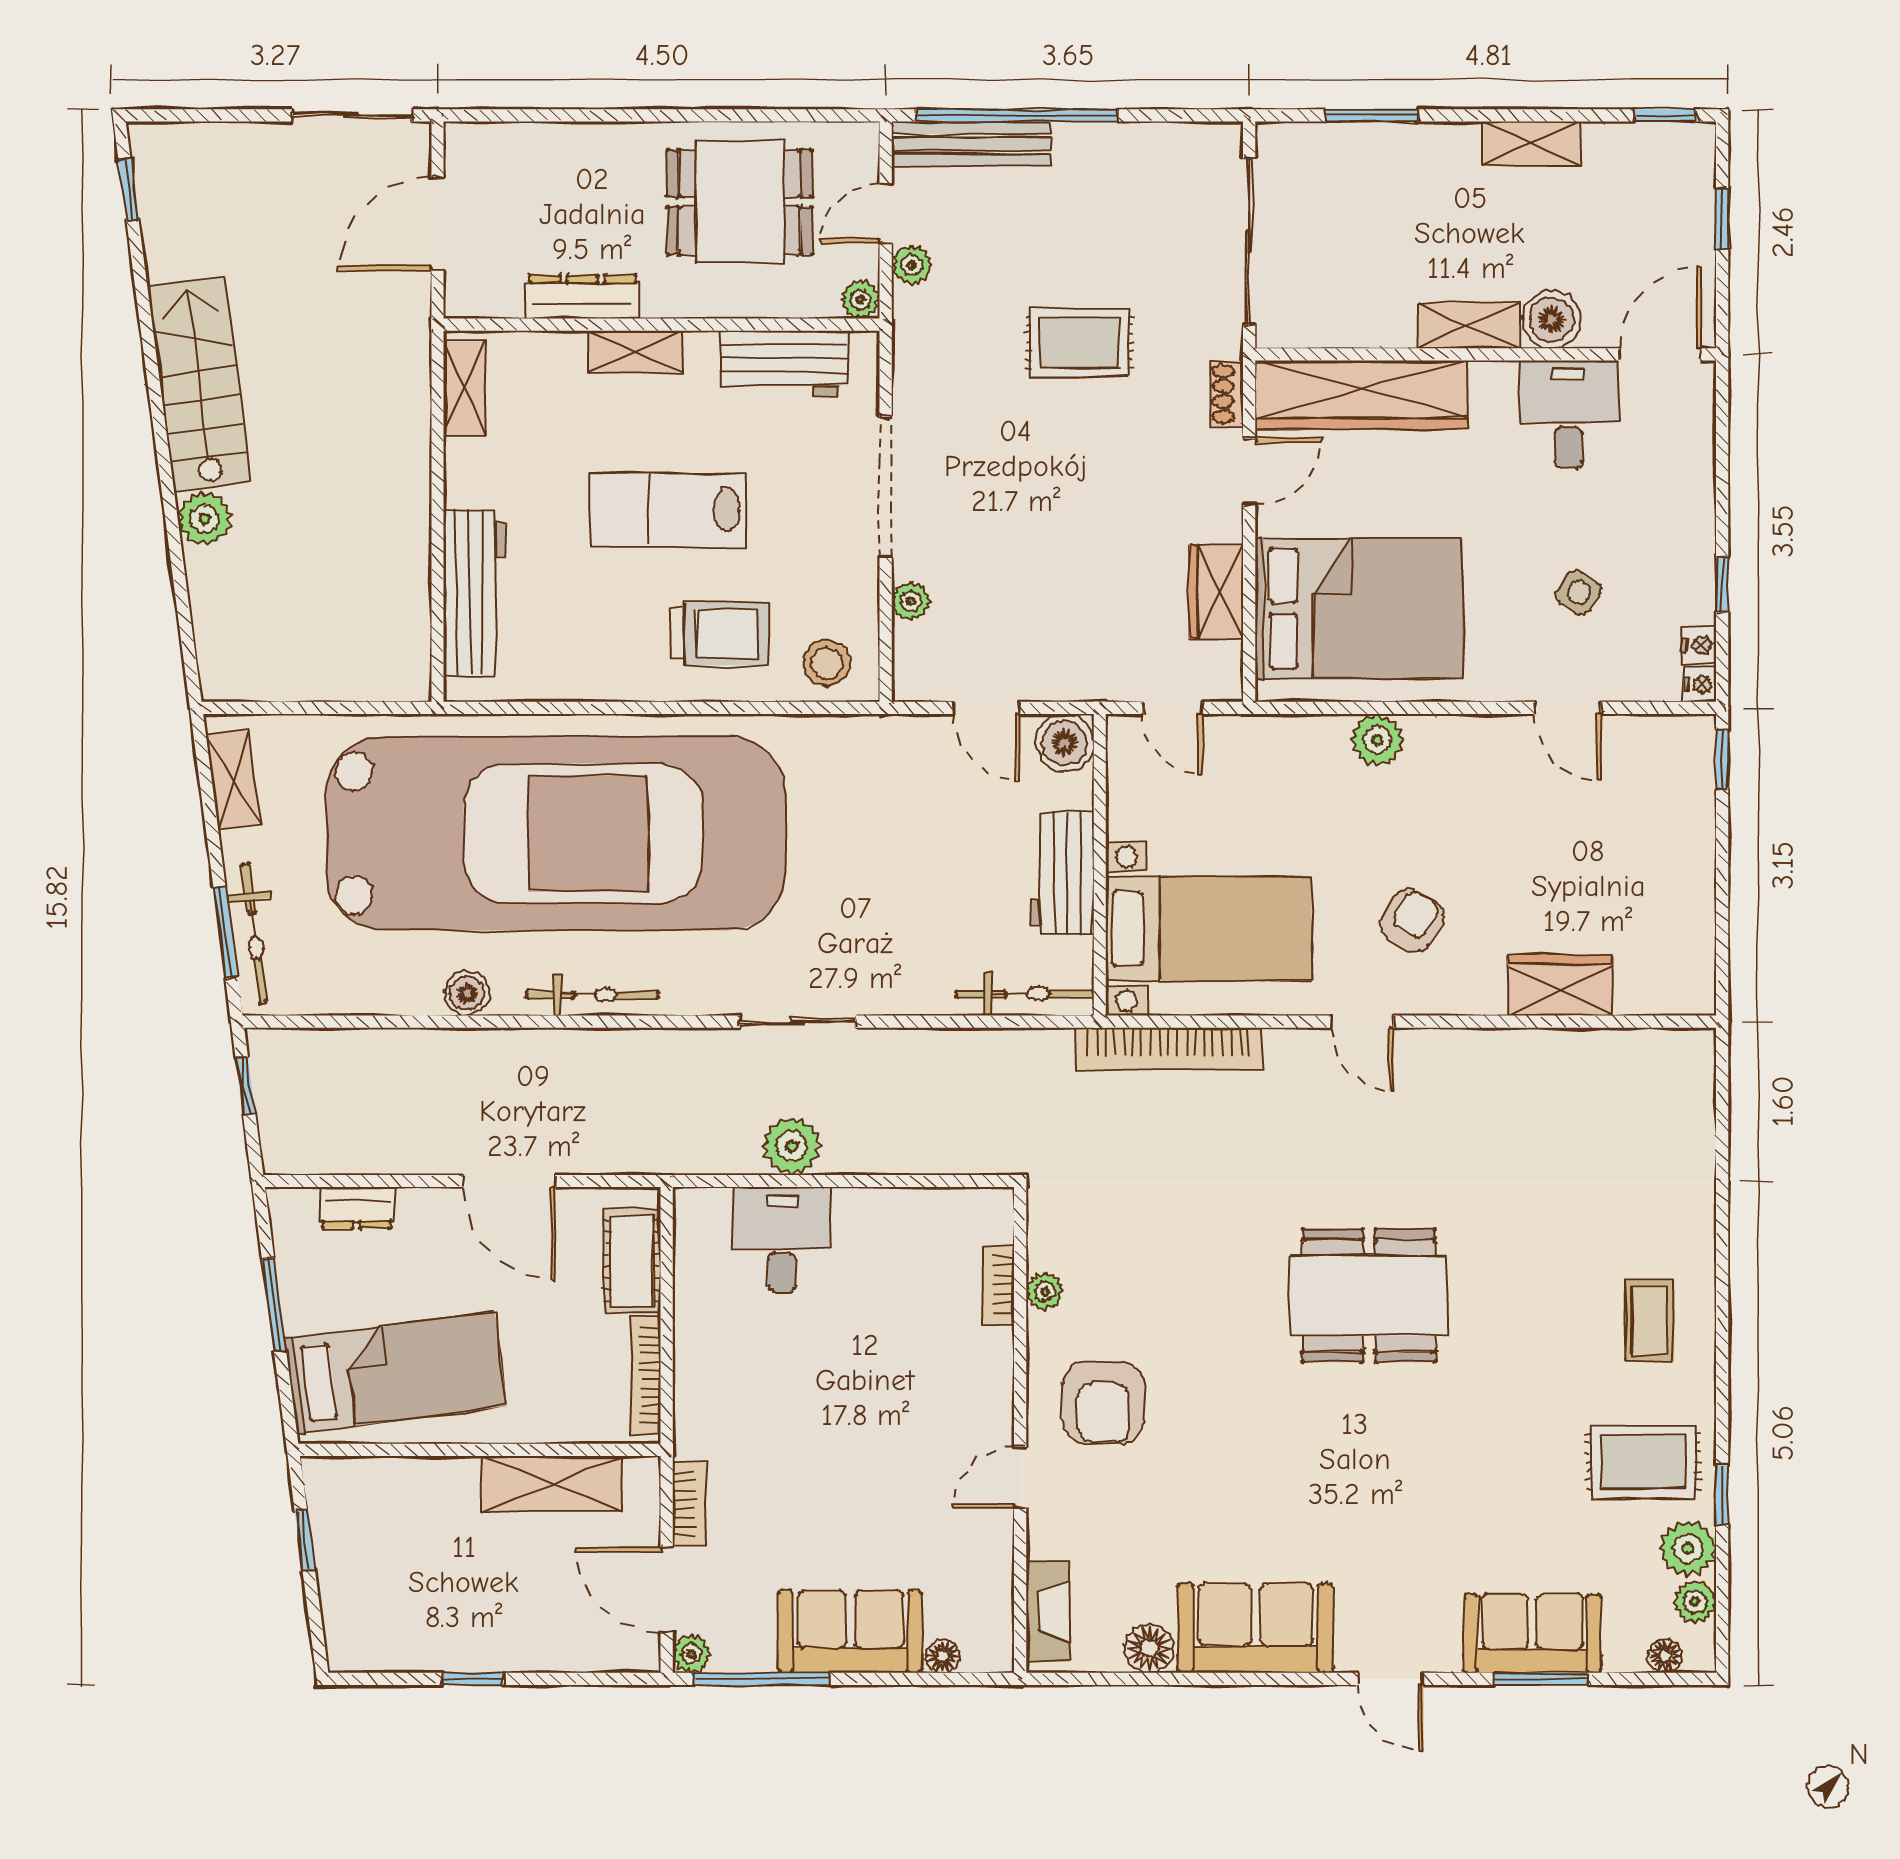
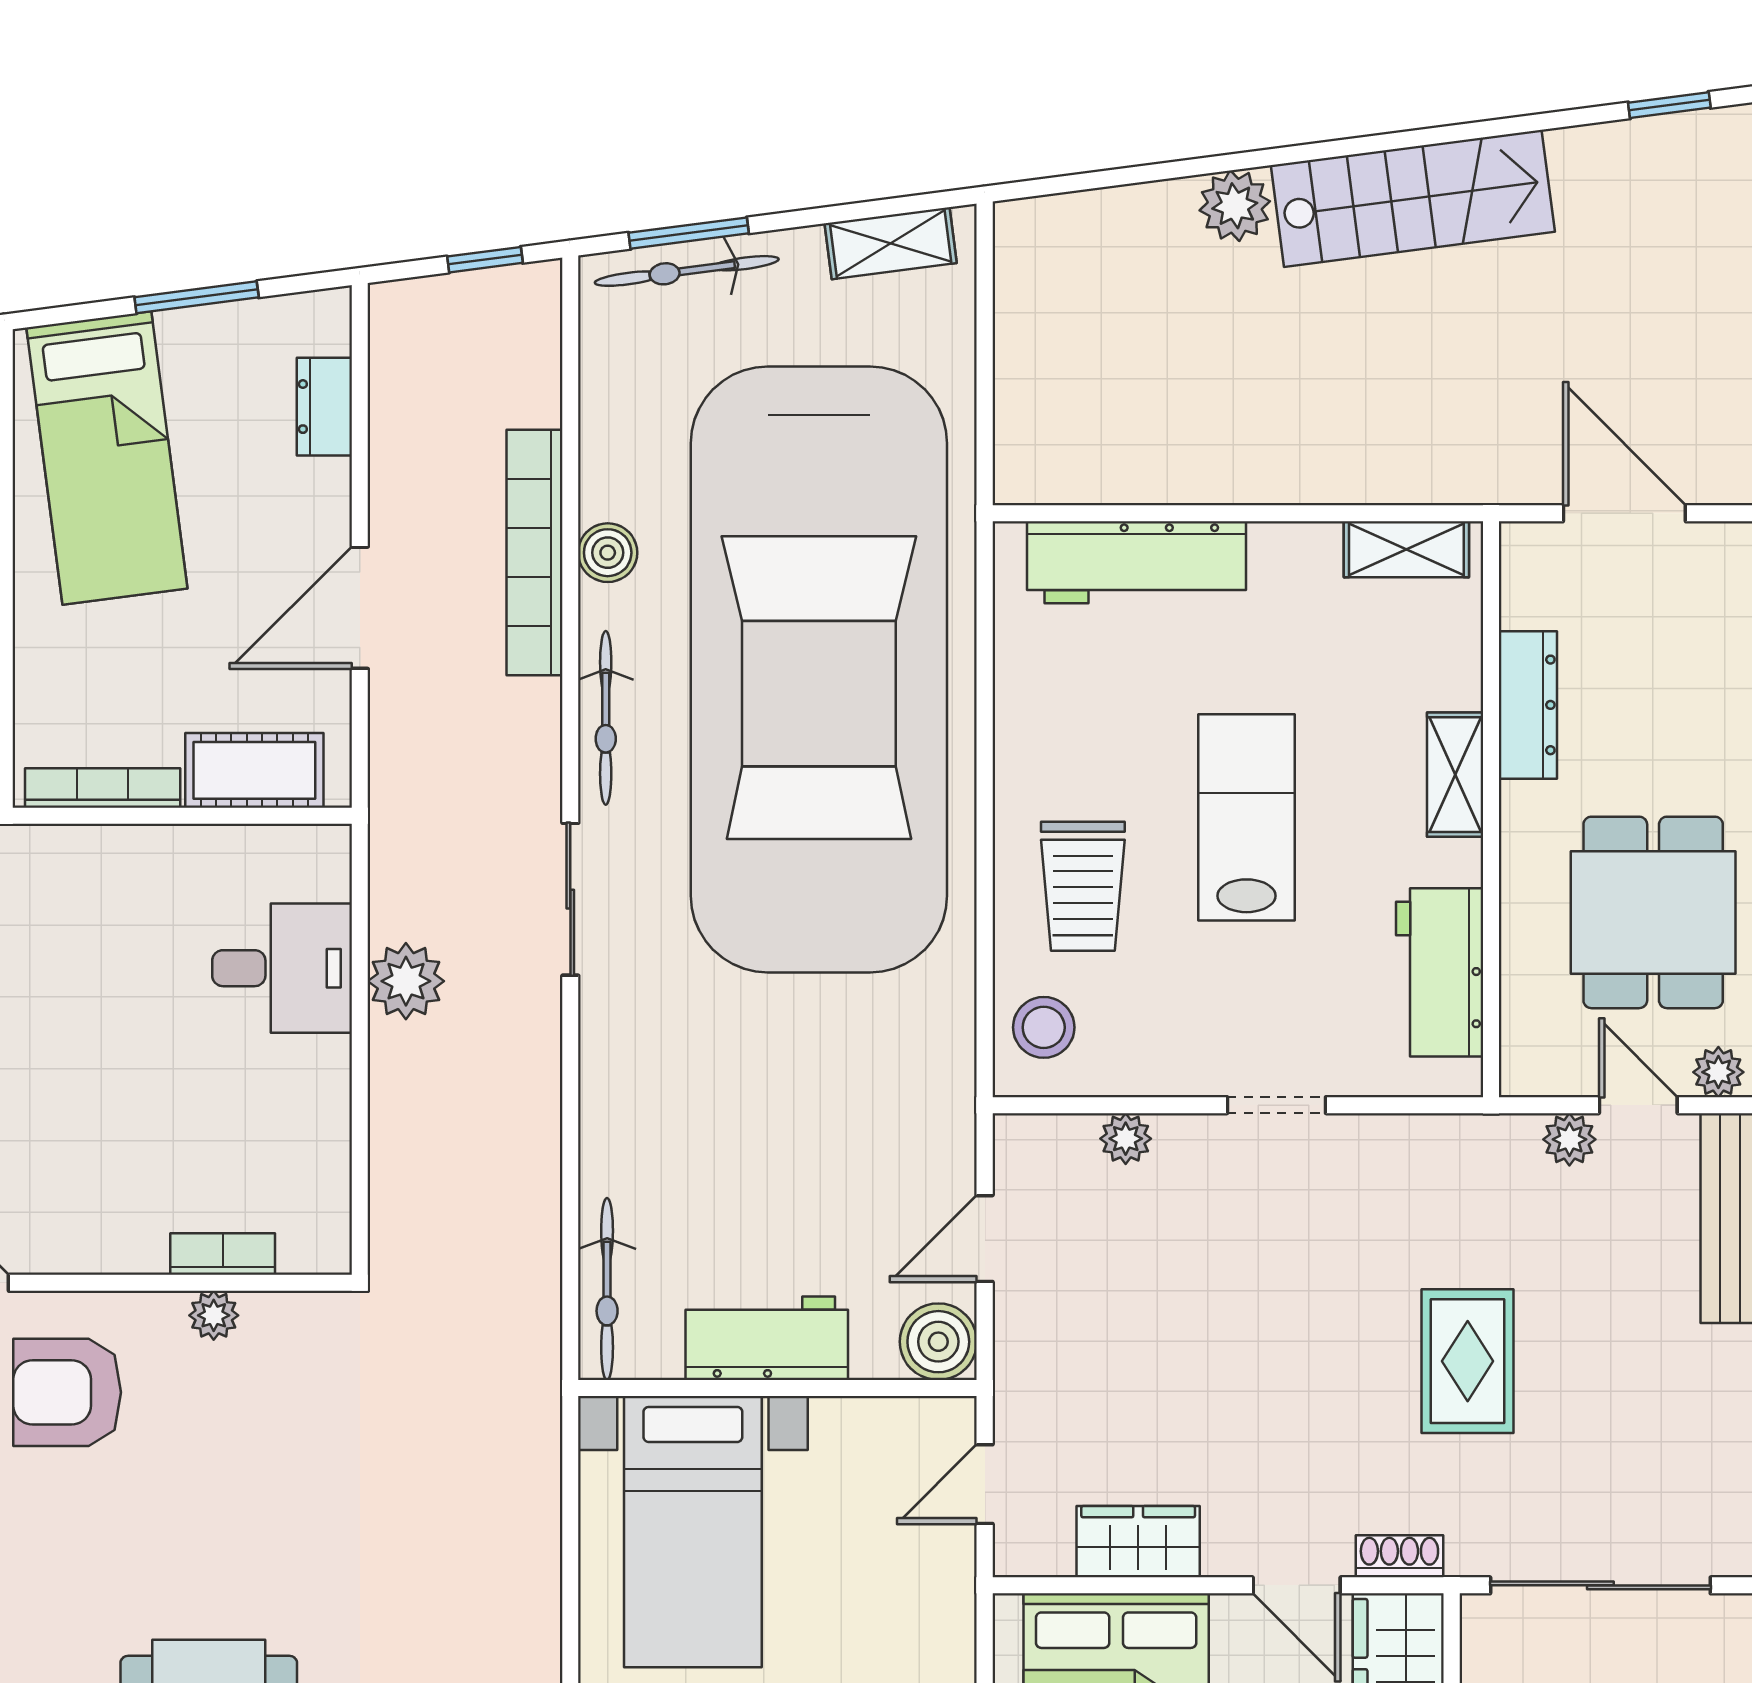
plant: (861, 299) -> (1718, 1072), moved
doorway: (886, 487) -> (1276, 1105), width x0.53
sliding door: (798, 1022) -> (570, 899), moved
bookcase: (1168, 1049) -> (534, 553), moved

